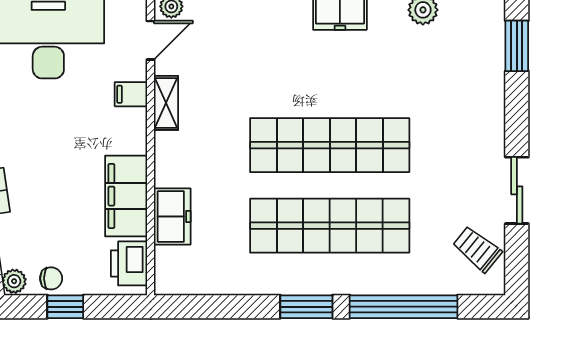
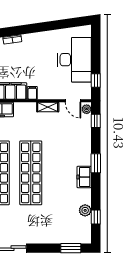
filing cabinet: (131, 94) -> (32, 93), moved

